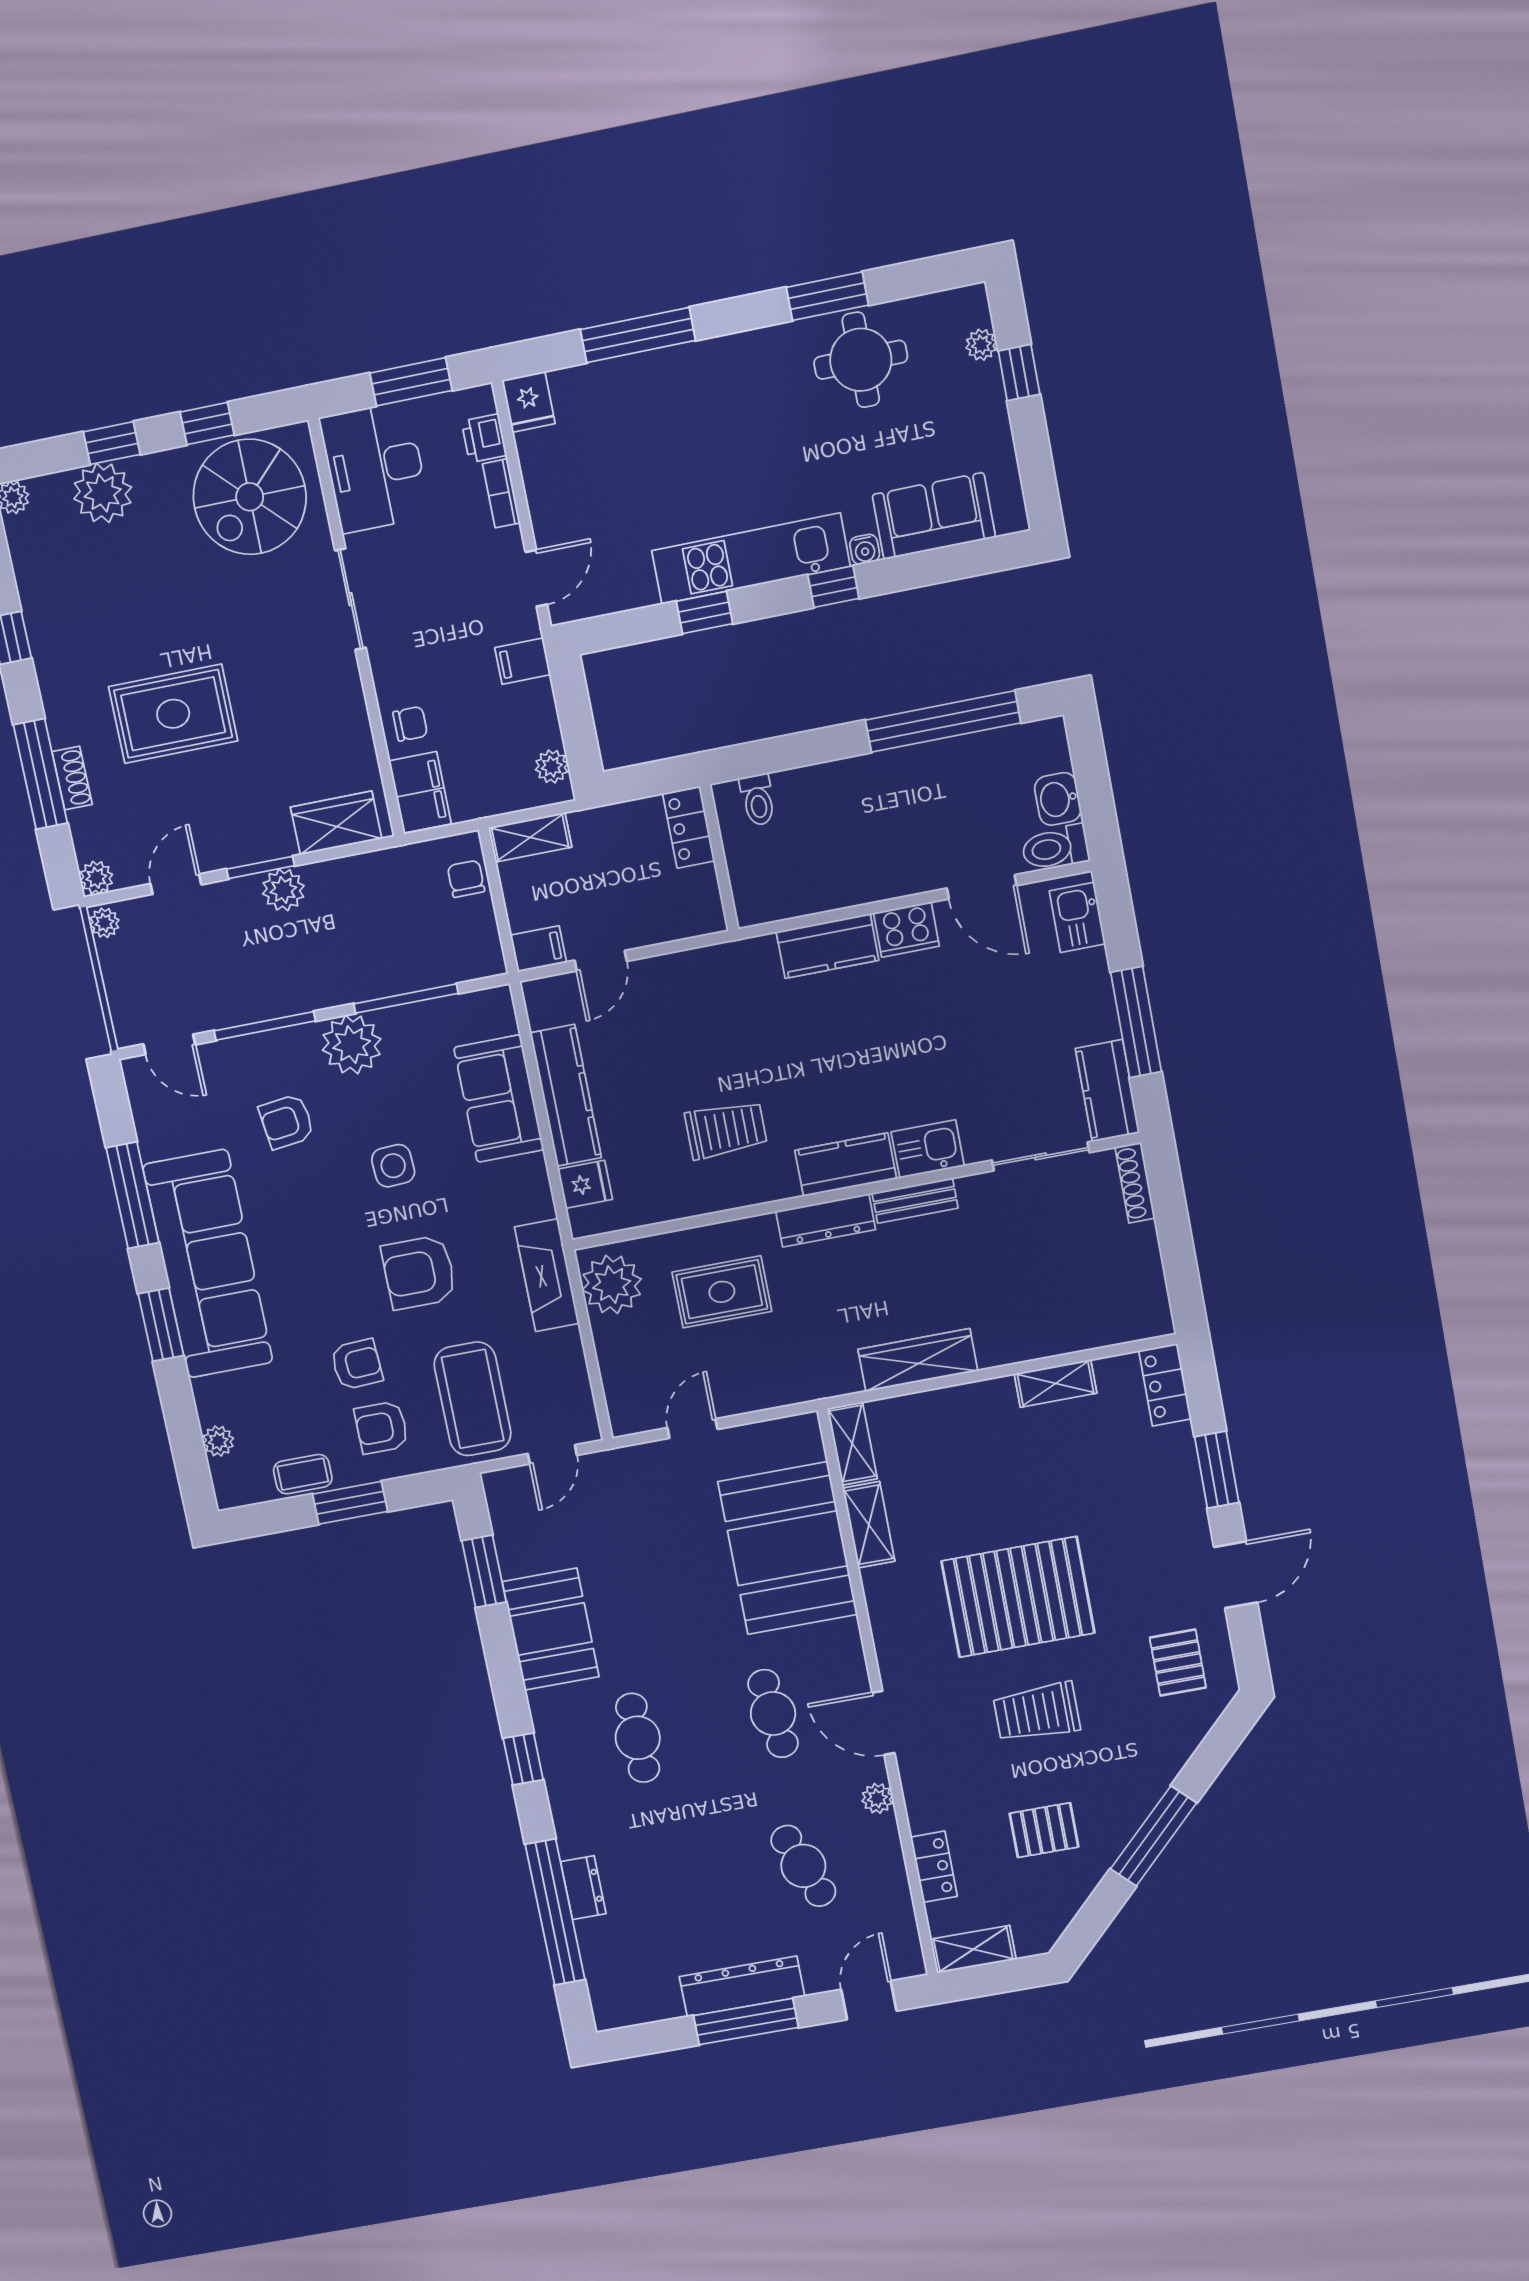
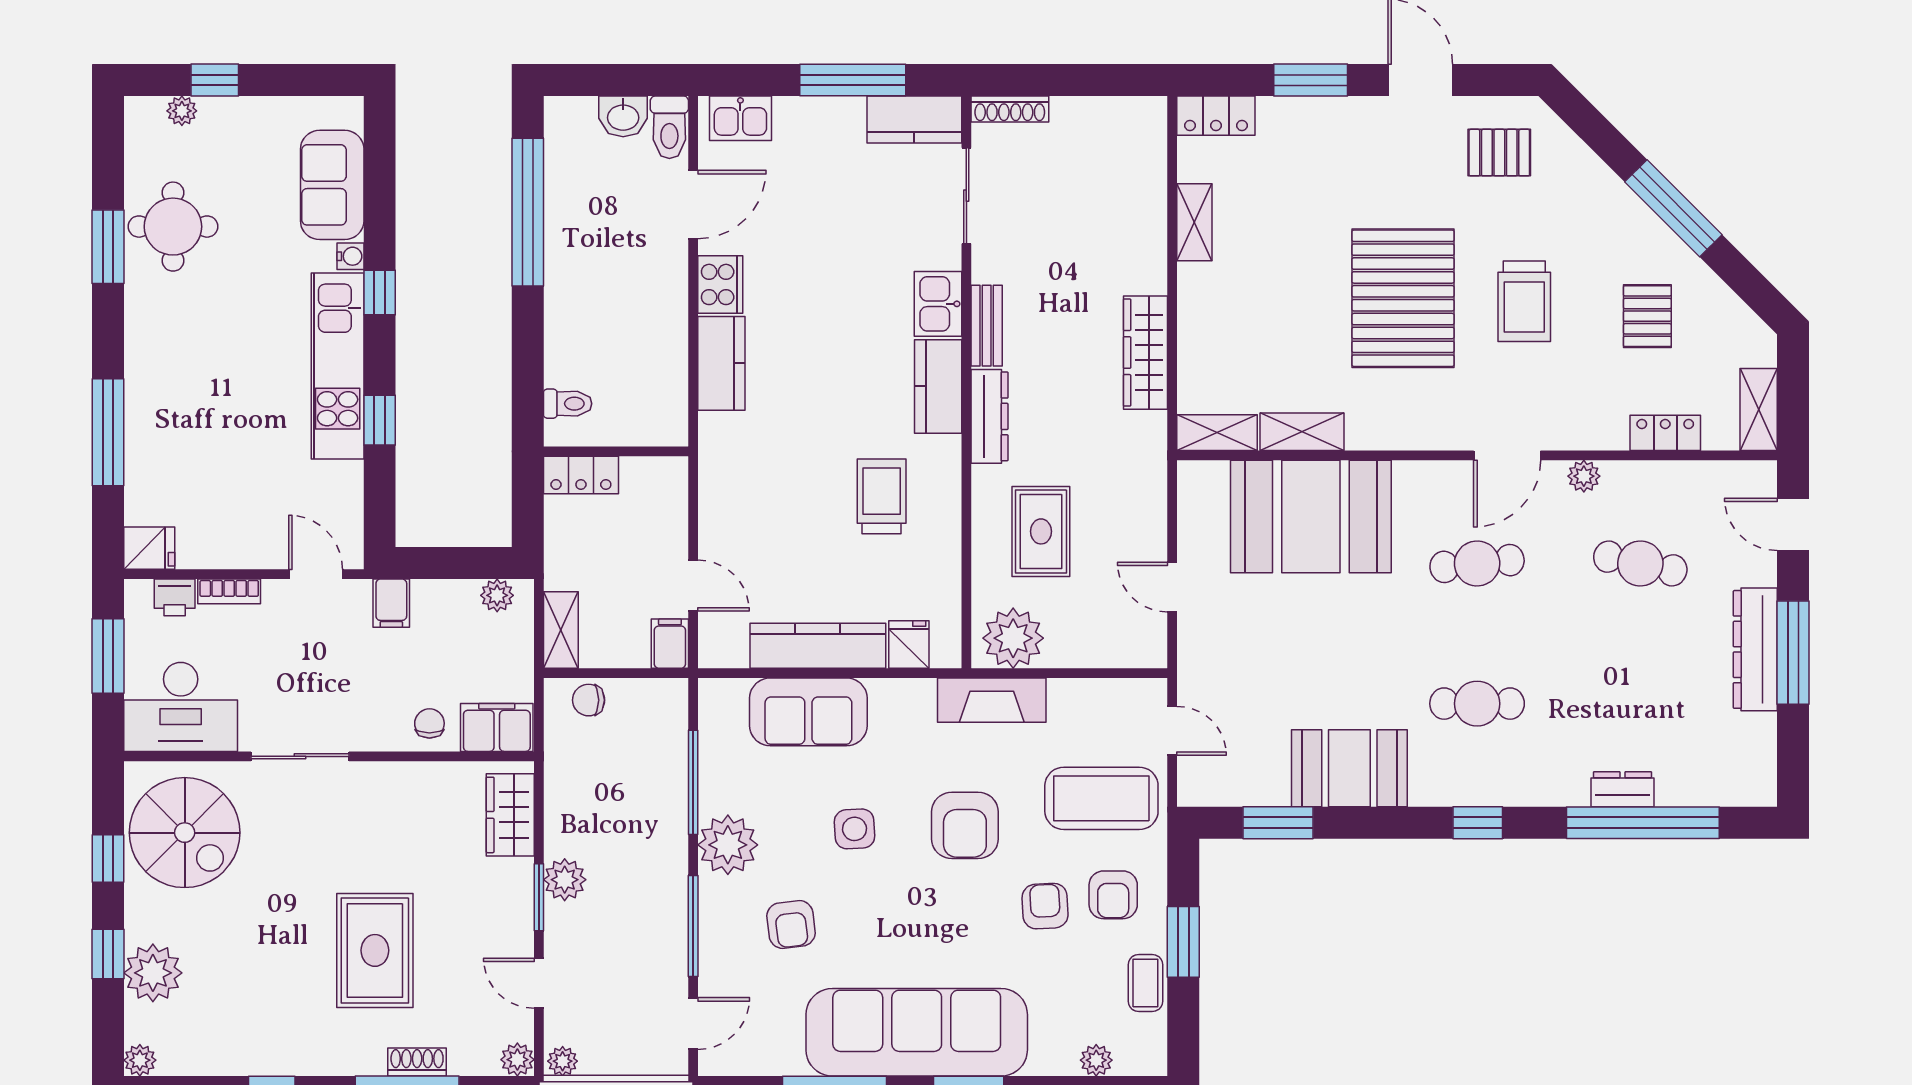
cafe table: (803, 1866) -> (1640, 563), turned 33

